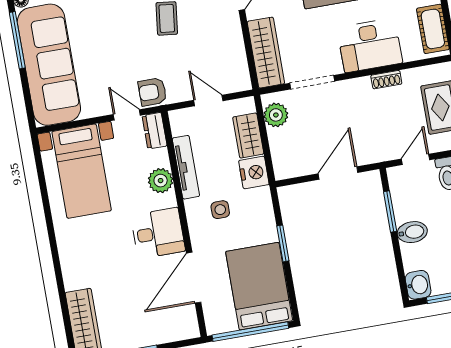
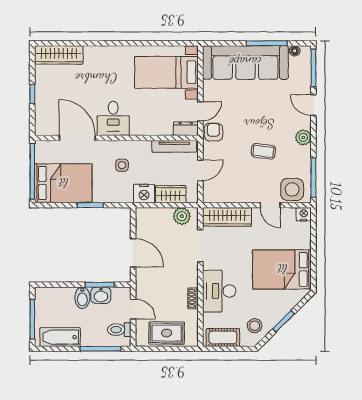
tv unit: (186, 167) -> (174, 146), moved
plant: (161, 181) -> (150, 127), removed
washbasin: (418, 285) -> (101, 295), moved

